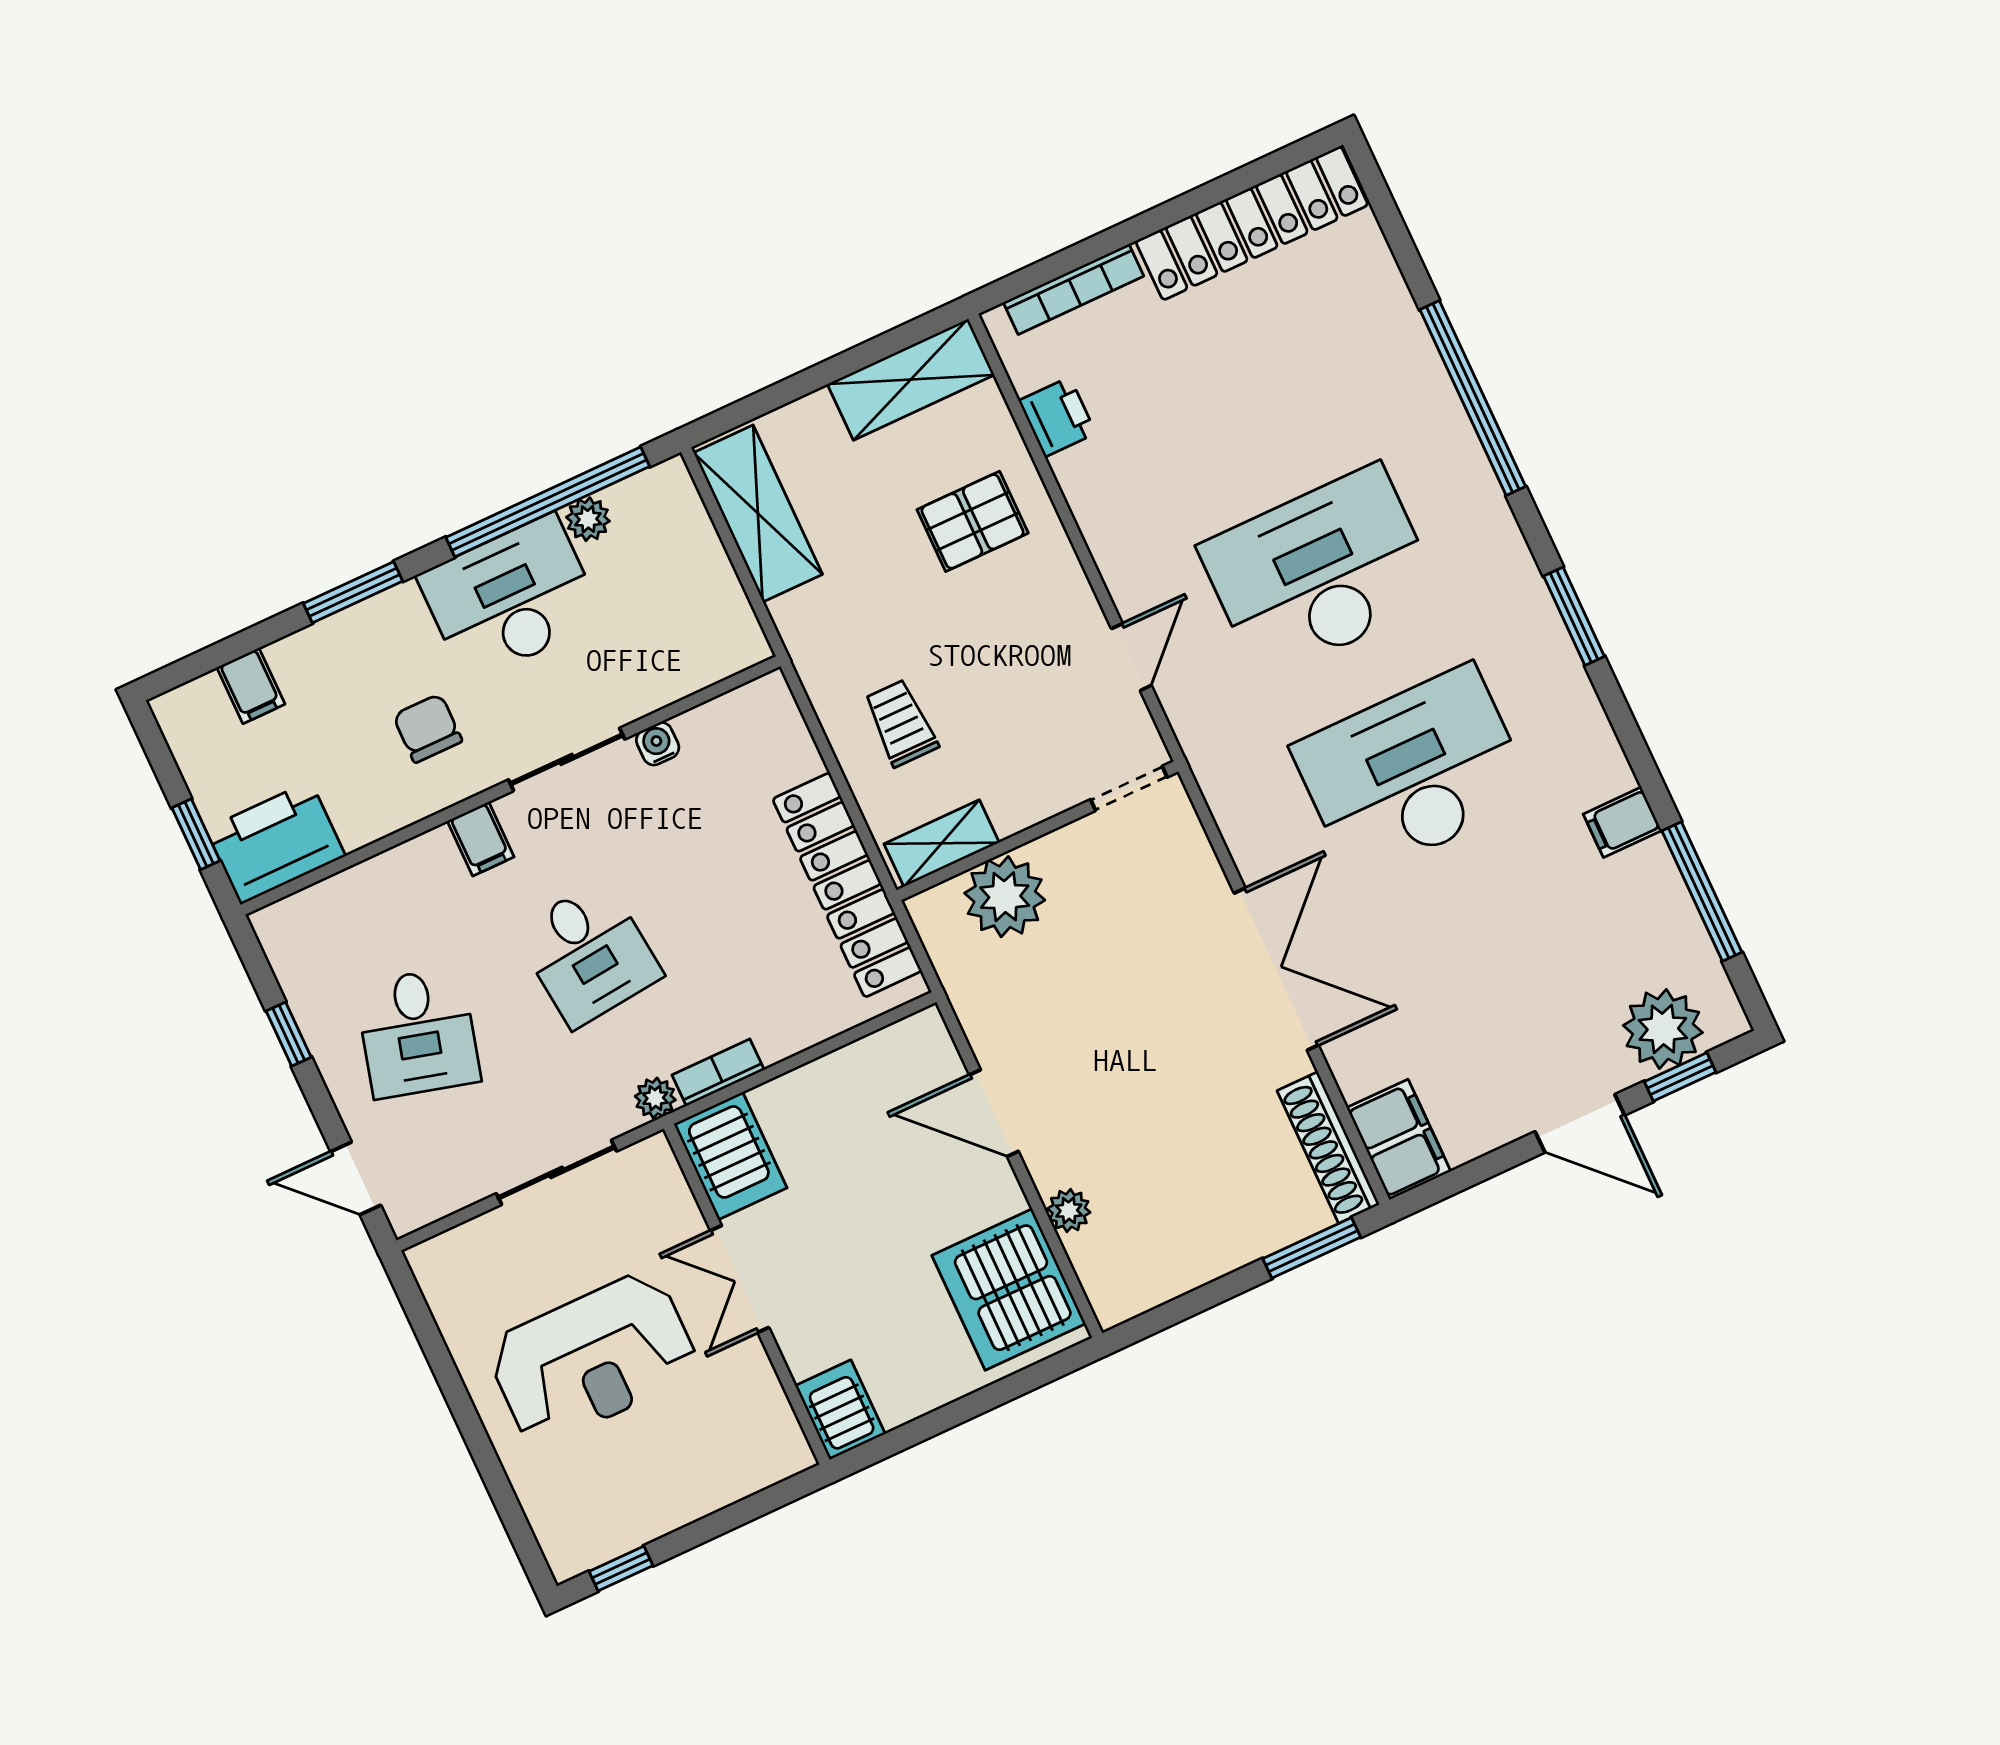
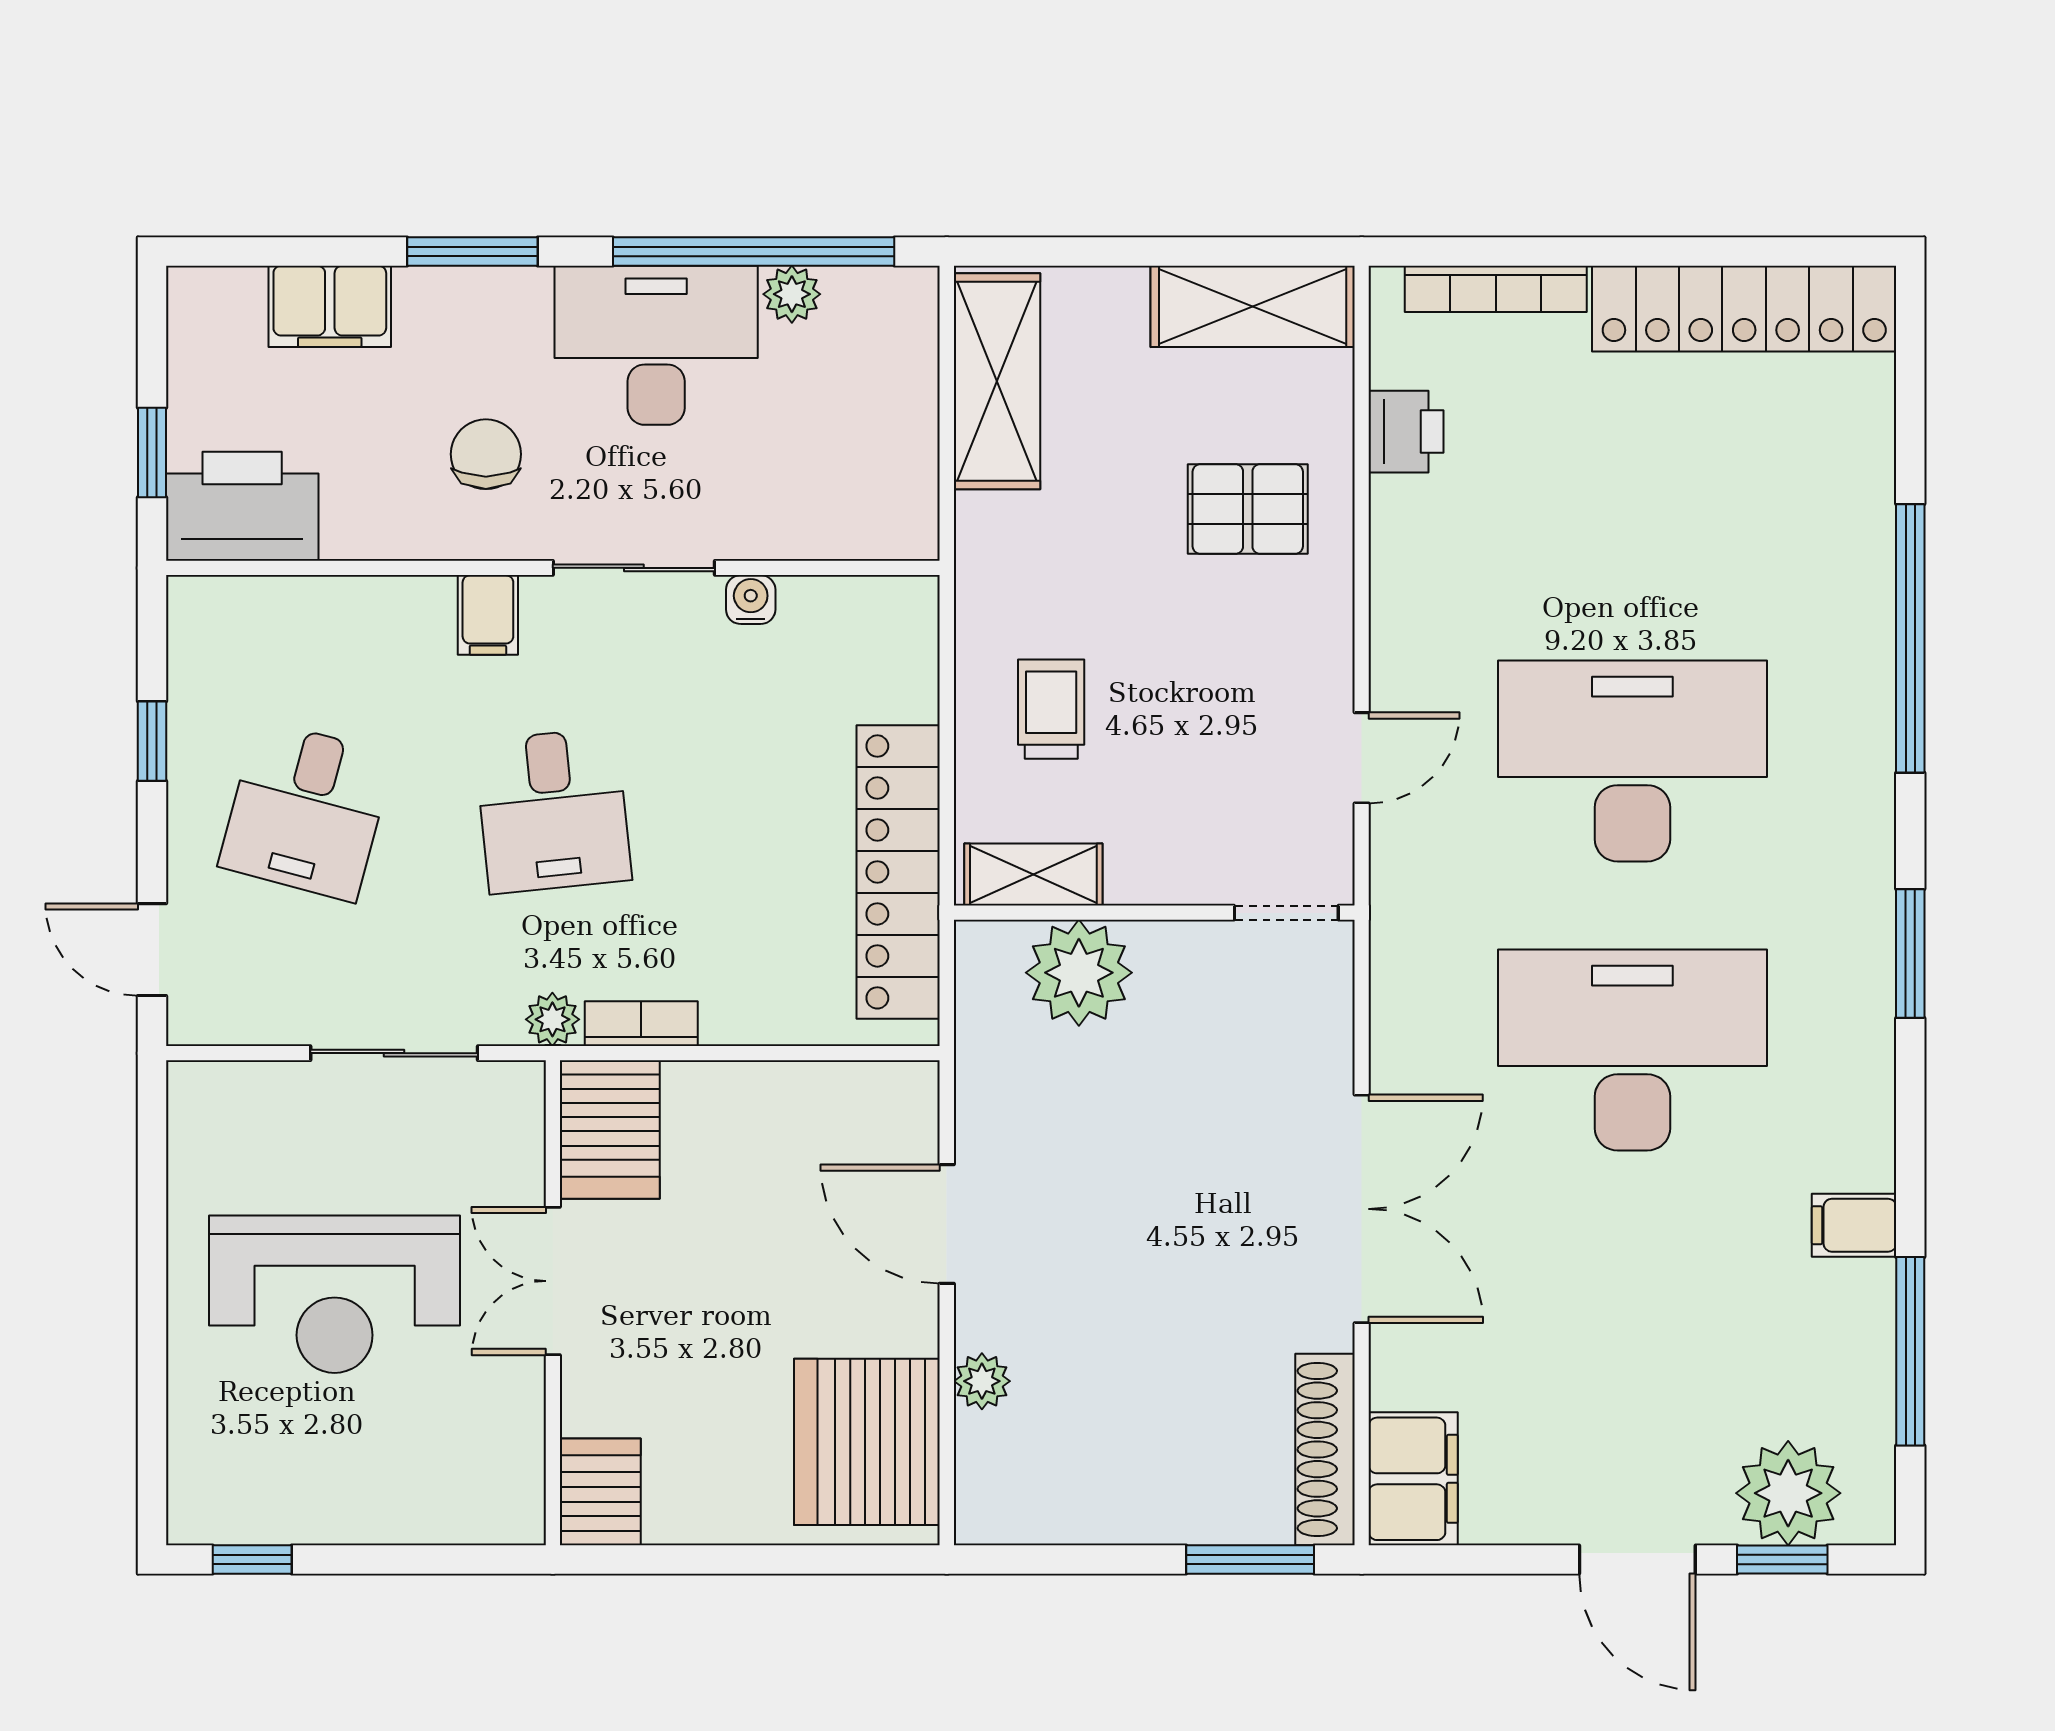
filing cabinet: (251, 686) -> (330, 306), width x2.00

